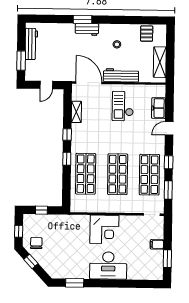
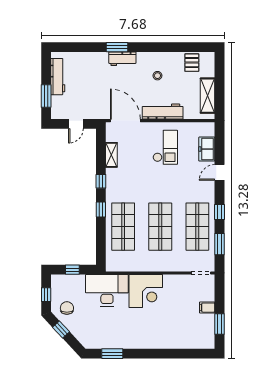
checkout: (123, 106) -> (165, 147), turned 180
desk: (108, 266) -> (107, 290), moved, turned 180

